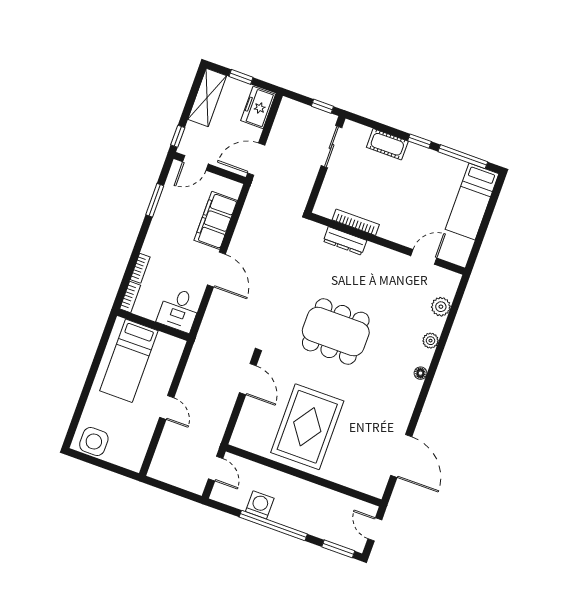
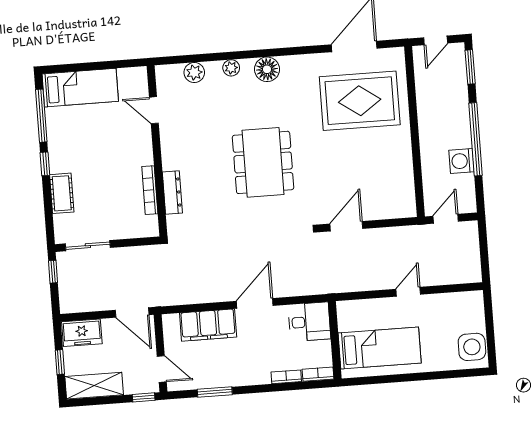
floor lamp: (421, 373) -> (267, 69), width x1.89, depth x1.89
rug: (307, 427) -> (360, 101), moved

